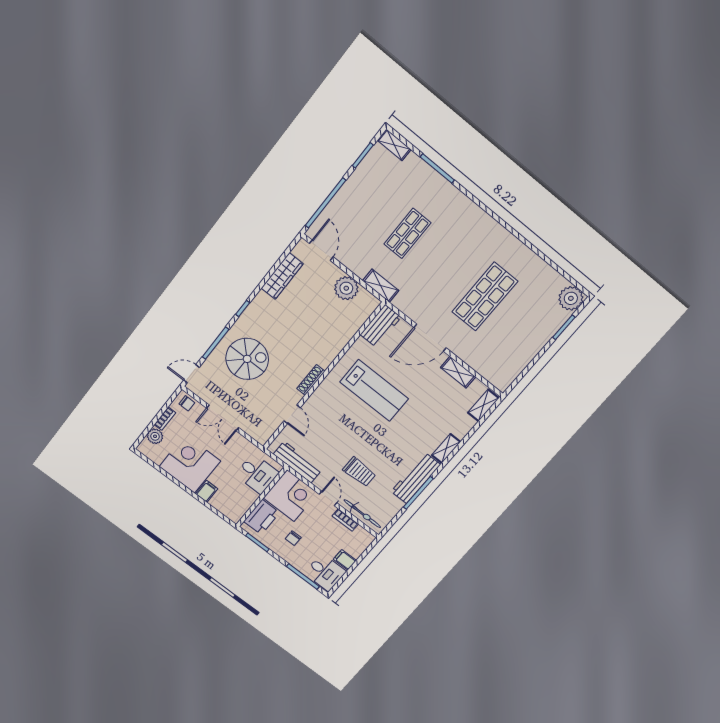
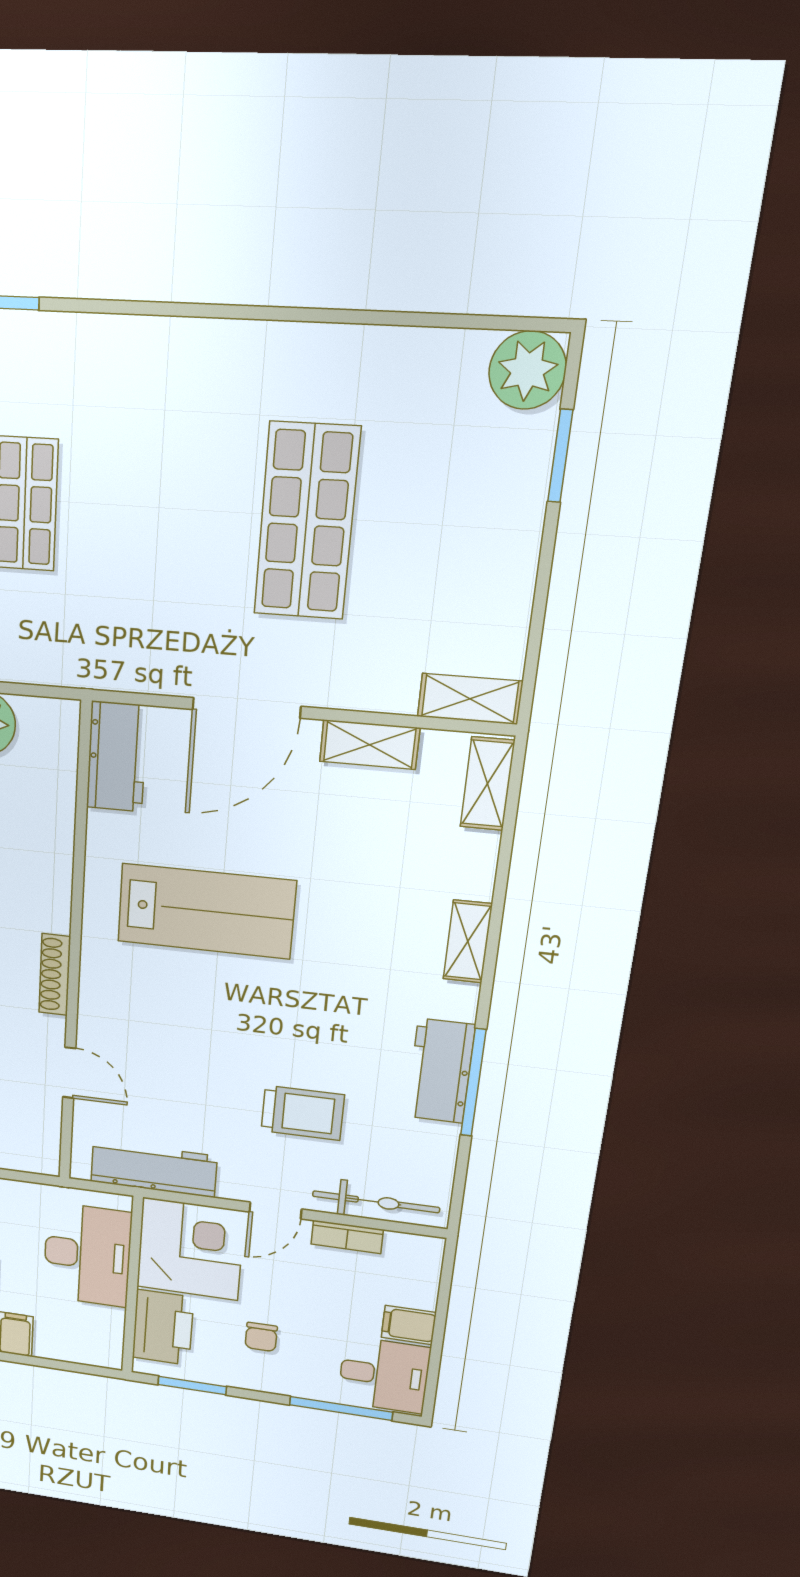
shelving: (381, 286) -> (470, 699), moved
desk: (257, 474) -> (87, 1255), width x1.37
workbench: (416, 478) -> (441, 1071), width x0.73
door: (328, 499) -> (275, 1210), swing flipped

